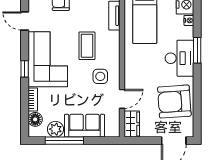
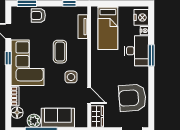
desk: (179, 58) -> (137, 51), moved
window: (25, 69) -> (8, 58), moved
door: (122, 99) -> (89, 96), hinge flipped

